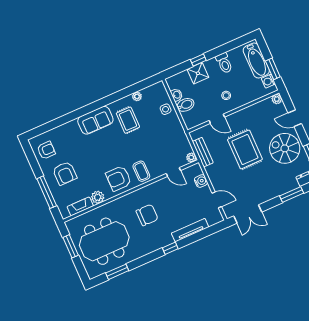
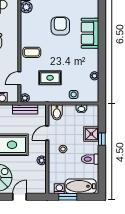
plant: (277, 99) -> (42, 160), moved
bidet: (185, 105) -> (57, 112), moved
rug: (128, 120) -> (50, 78), moved
armchair: (119, 178) -> (60, 26), moved

